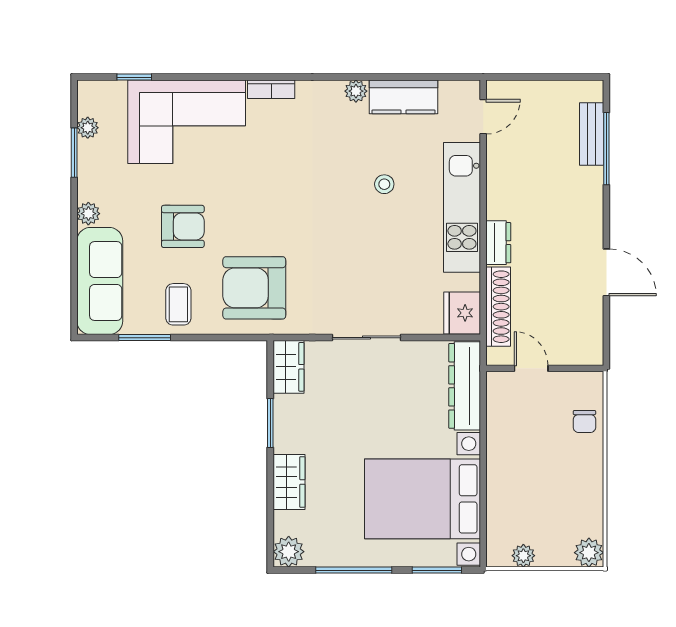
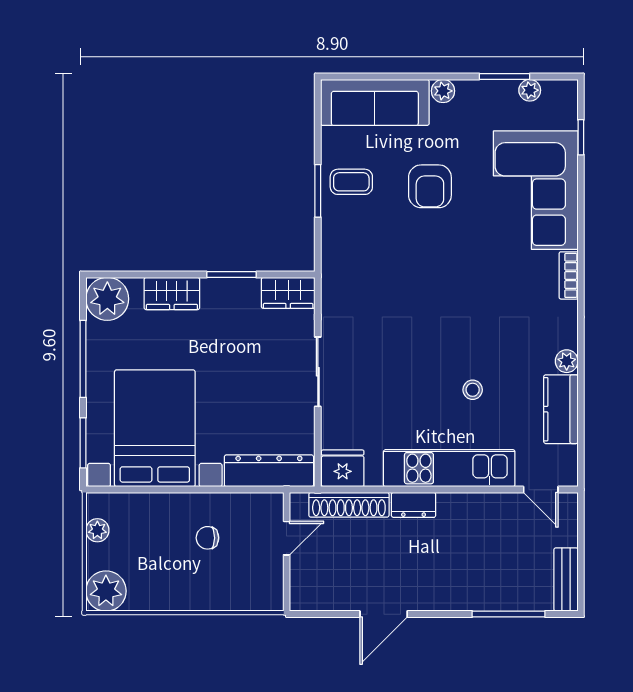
bench: (592, 134) -> (566, 580), moved, turned 90
armchair: (254, 288) -> (368, 259), removed
window: (145, 338) -> (318, 191), moved
chair: (584, 421) -> (207, 538), moved
plant: (289, 552) -> (107, 299), width x1.36, depth x1.36
plant: (589, 553) -> (106, 591), width x1.36, depth x1.36

